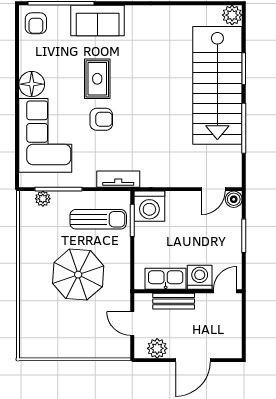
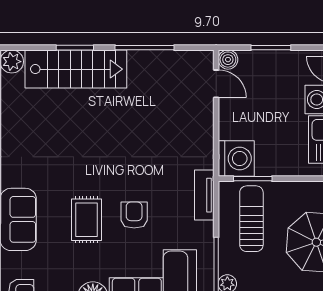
rug: (97, 79) -> (87, 220), turned 90
stairs: (217, 85) -> (76, 69), width x0.73, depth x0.66

